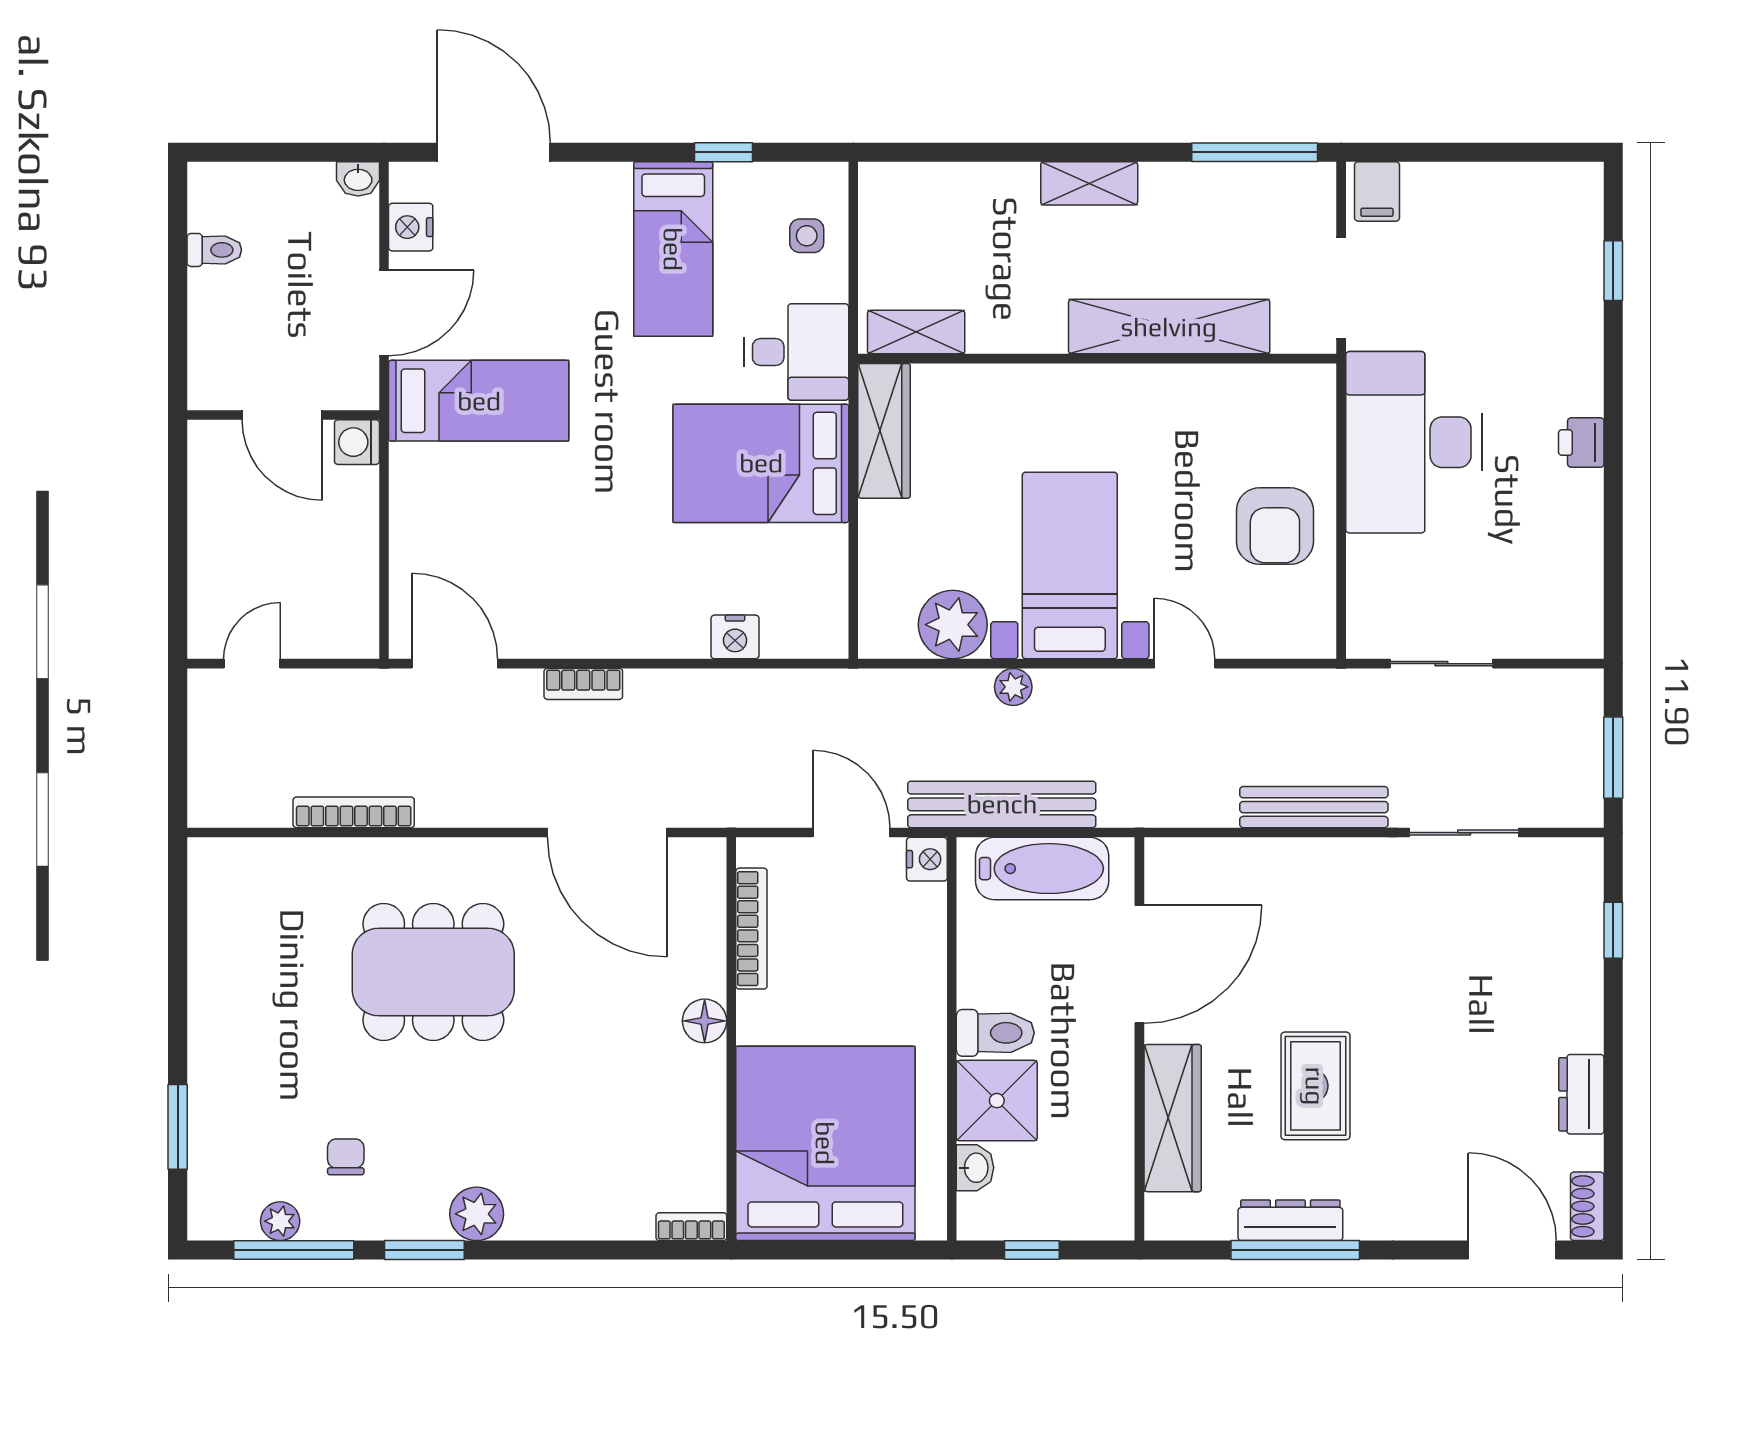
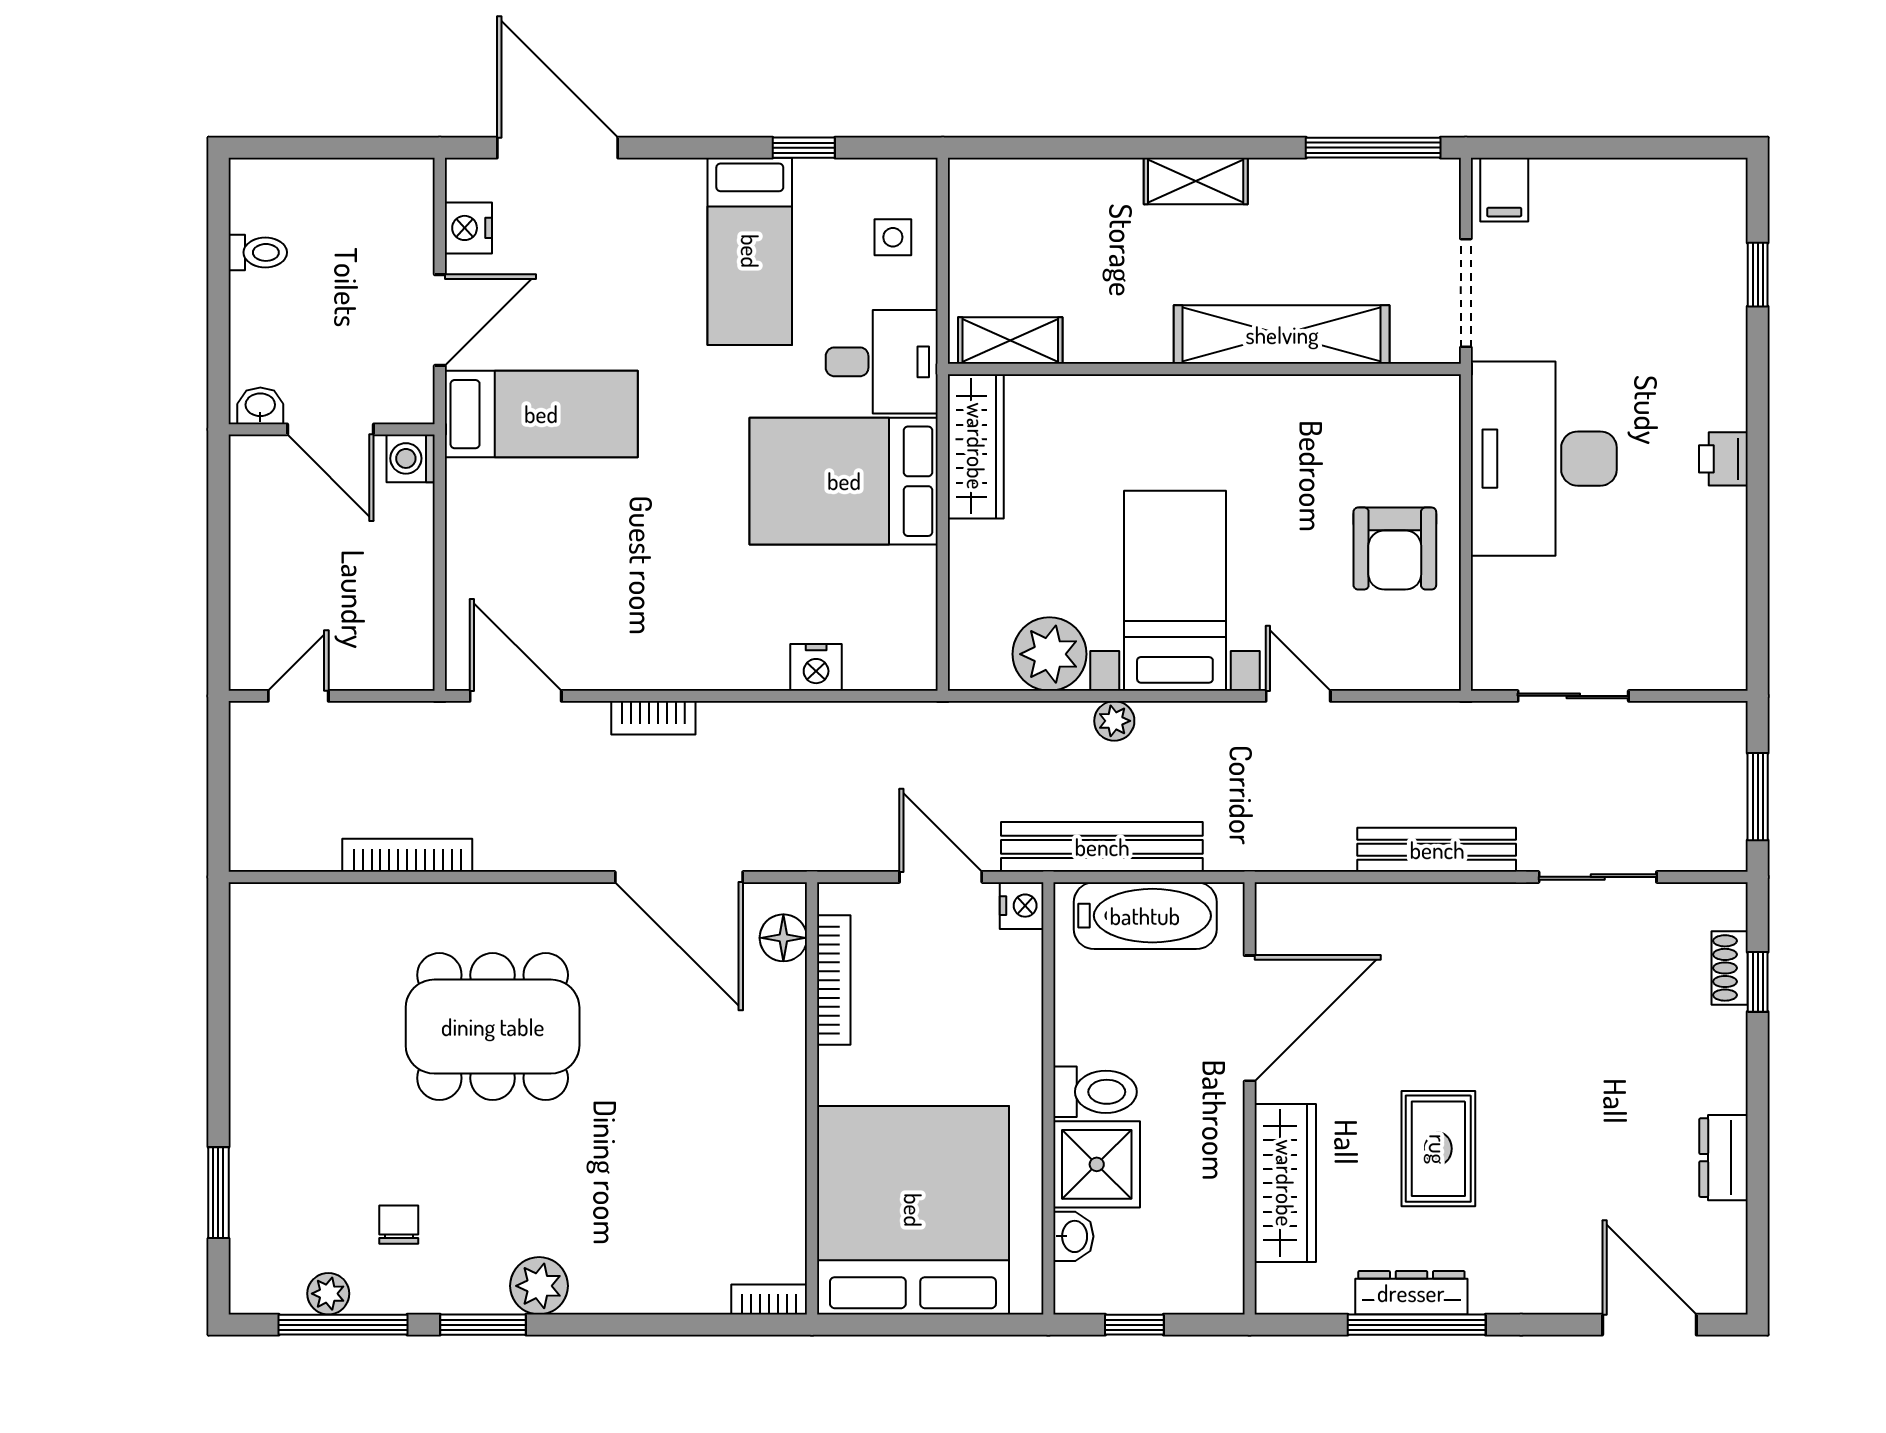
washbasin: (358, 179) -> (260, 406), moved, turned 180
floor lamp: (705, 1021) -> (783, 938), moved
shoe rack: (1587, 1206) -> (1730, 968), moved

